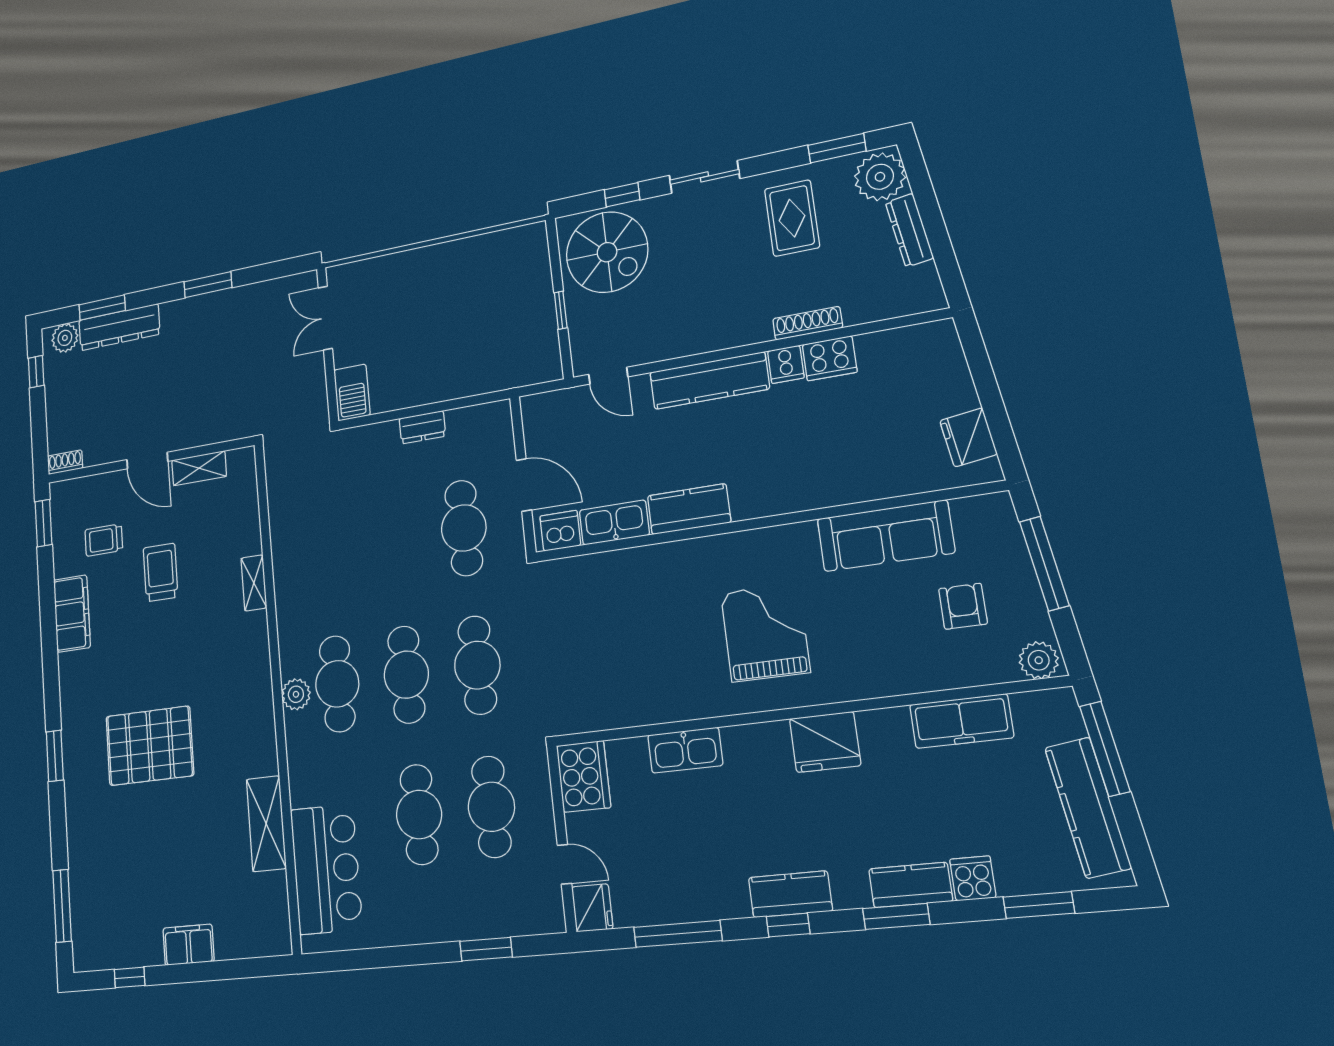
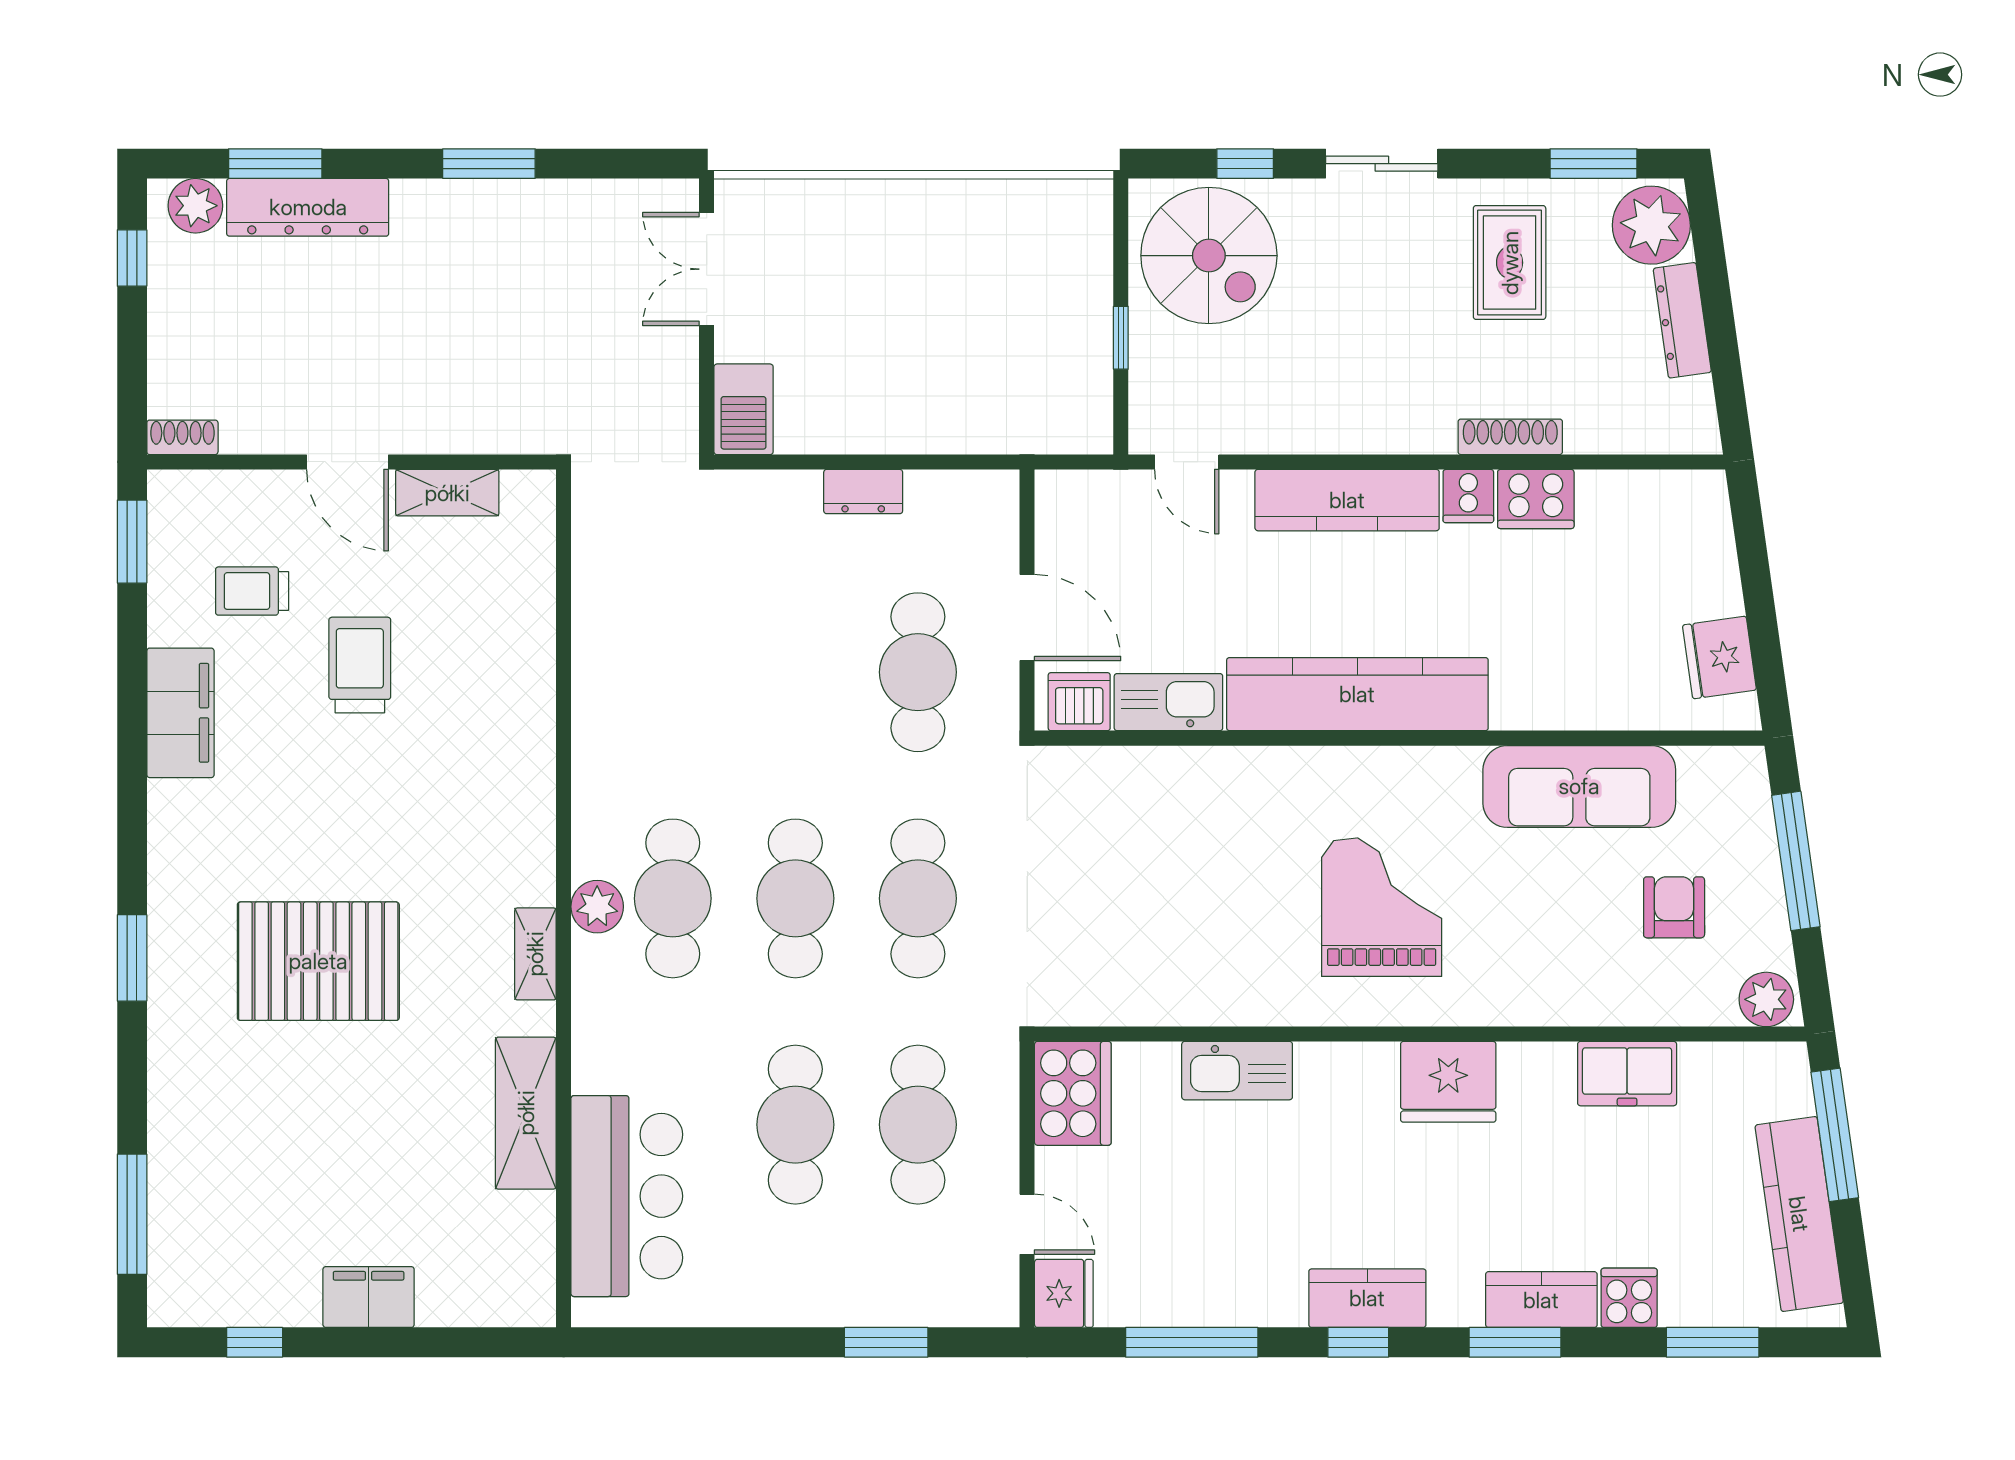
kitchen counter: (689, 509) -> (1357, 694), width x2.08, depth x1.17
shelving: (254, 583) -> (535, 954), moved
freezer: (961, 721) -> (1627, 1074), width x0.71

